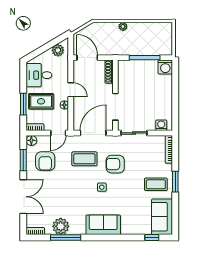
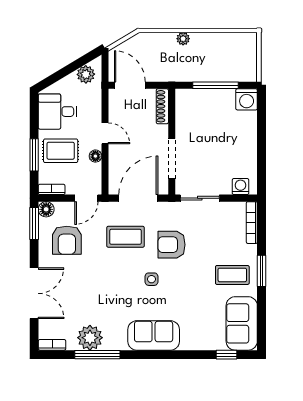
window: (23, 160) -> (34, 223), moved

